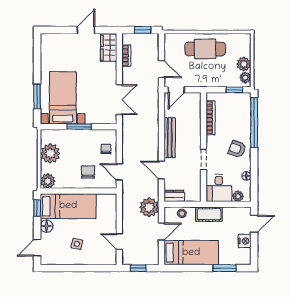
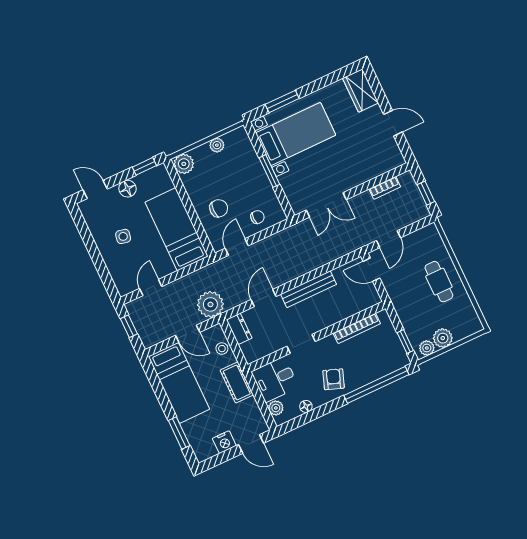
wardrobe: (109, 48) -> (360, 91), moved, turned -90
cafe table: (205, 49) -> (439, 282), width x0.73, depth x0.74
plant: (50, 153) -> (217, 145), width x0.53, depth x0.53
bed: (68, 206) -> (177, 229), moved, turned 180

